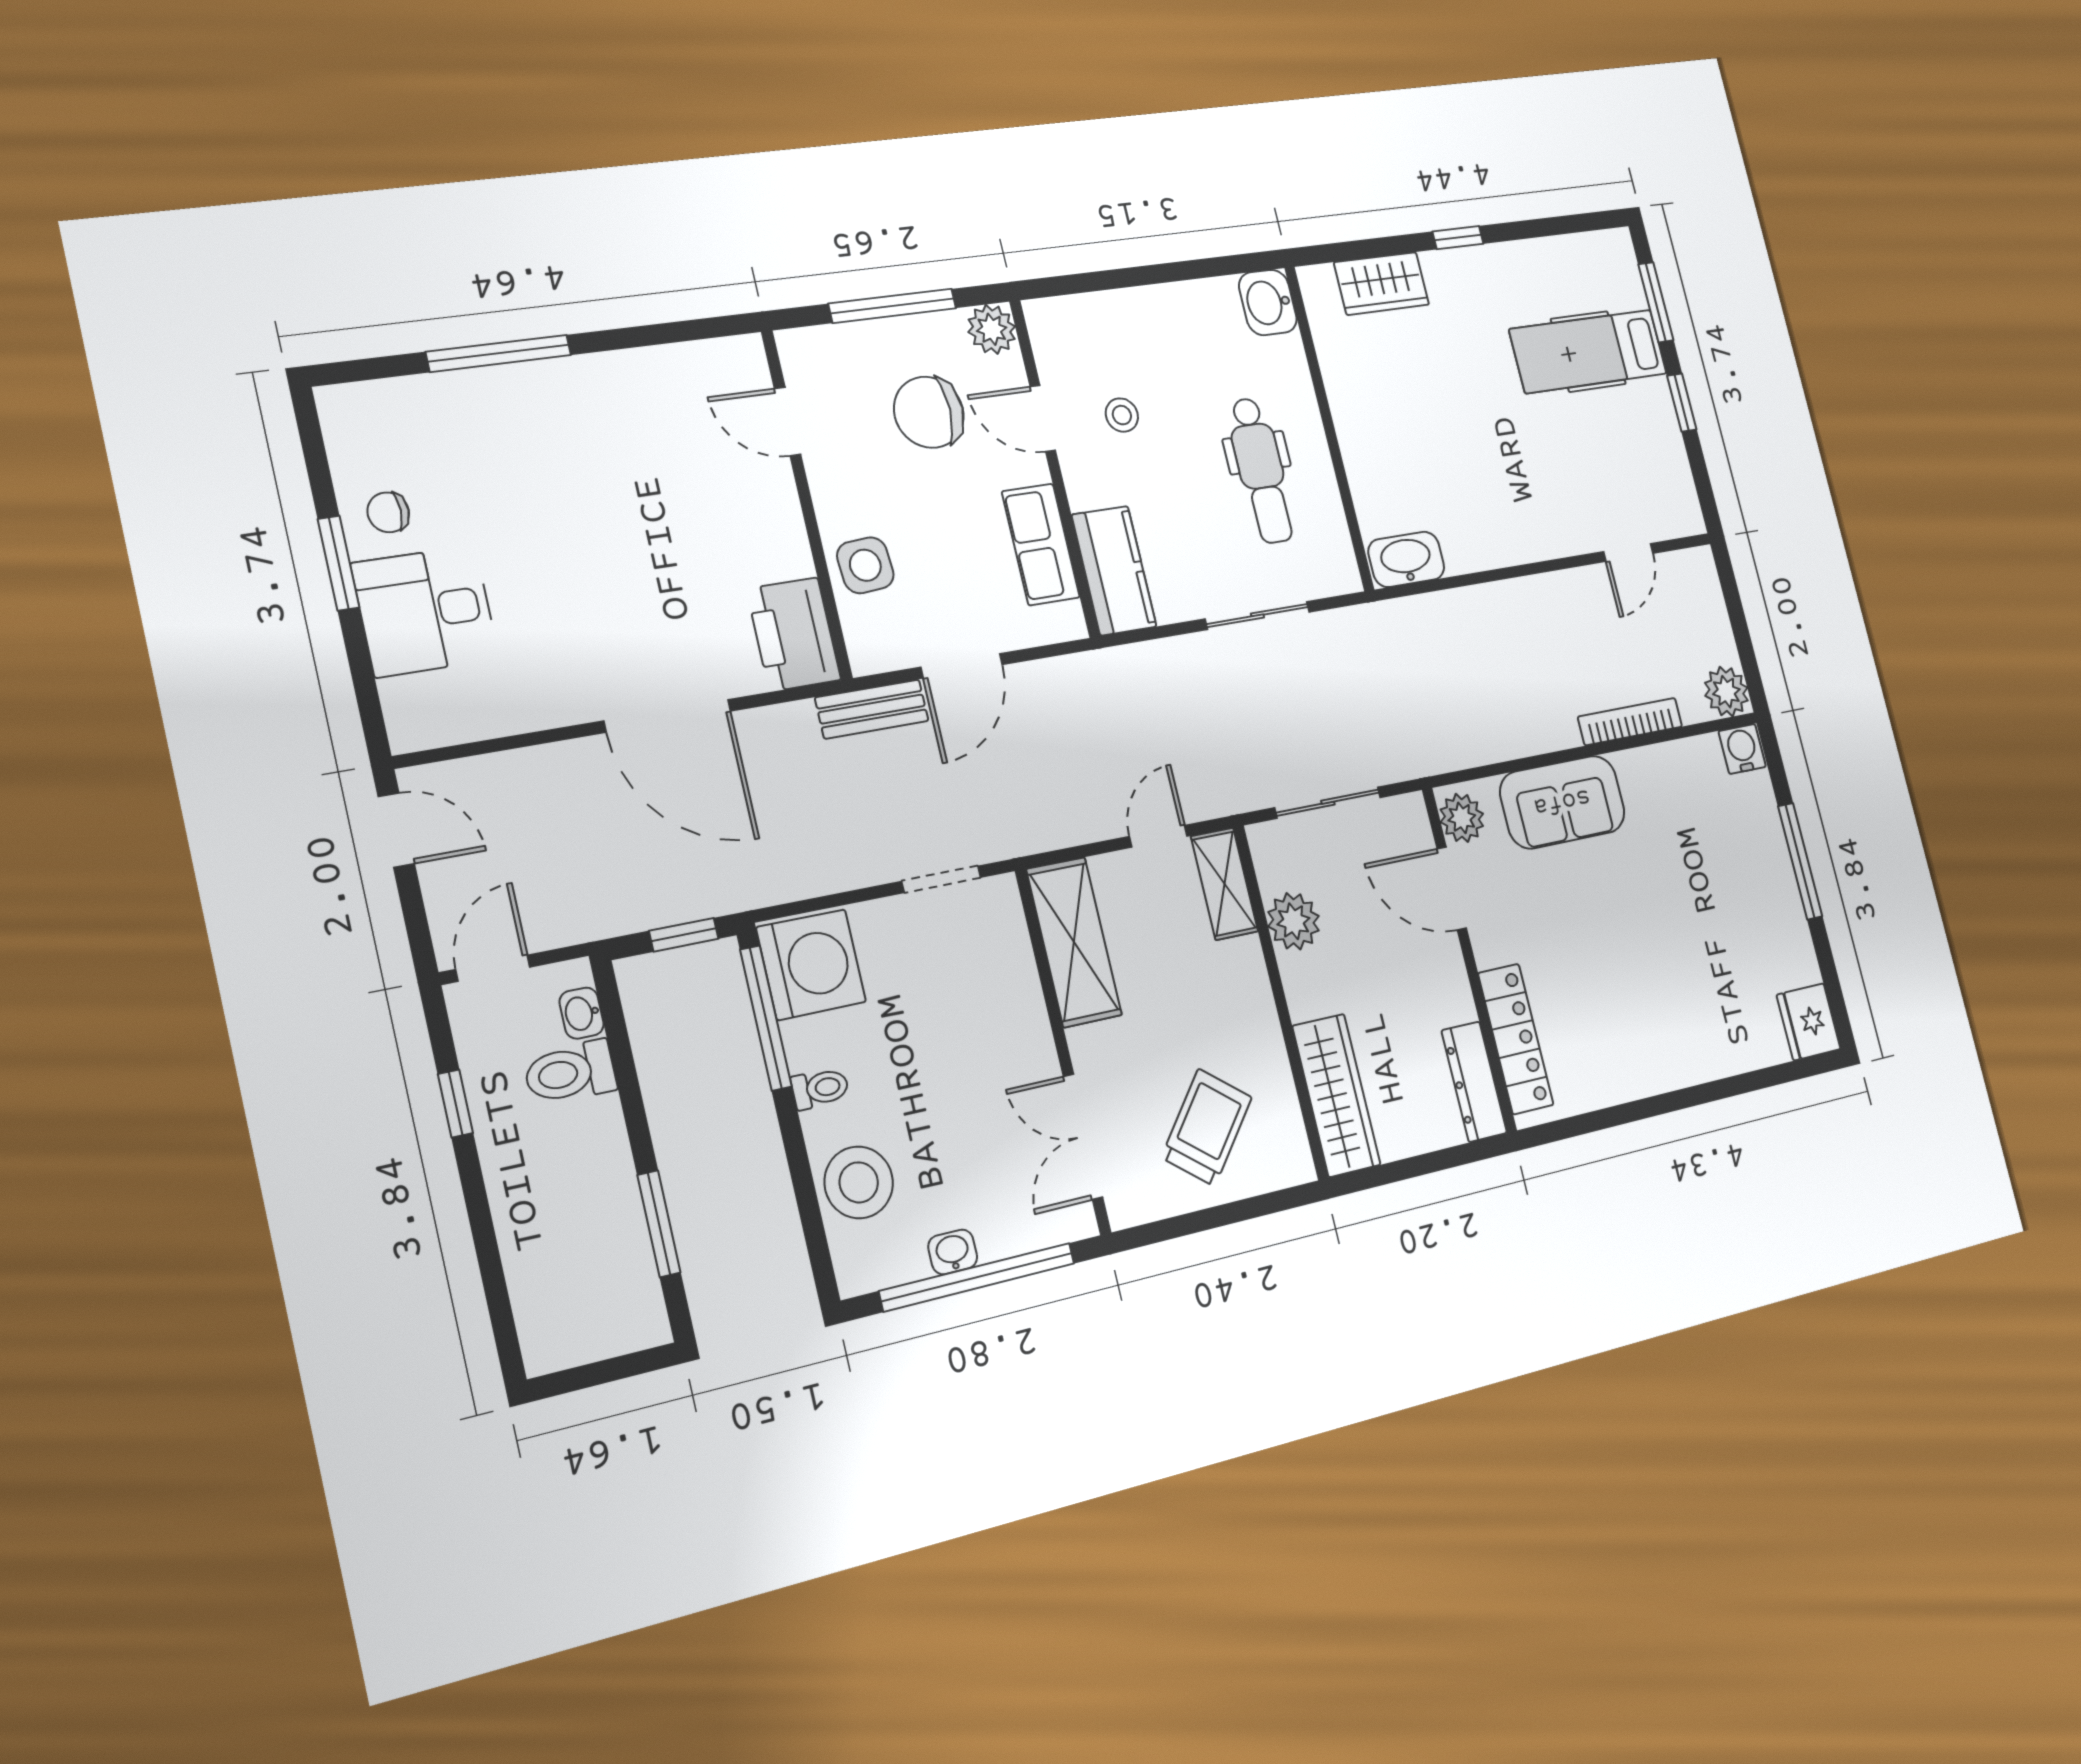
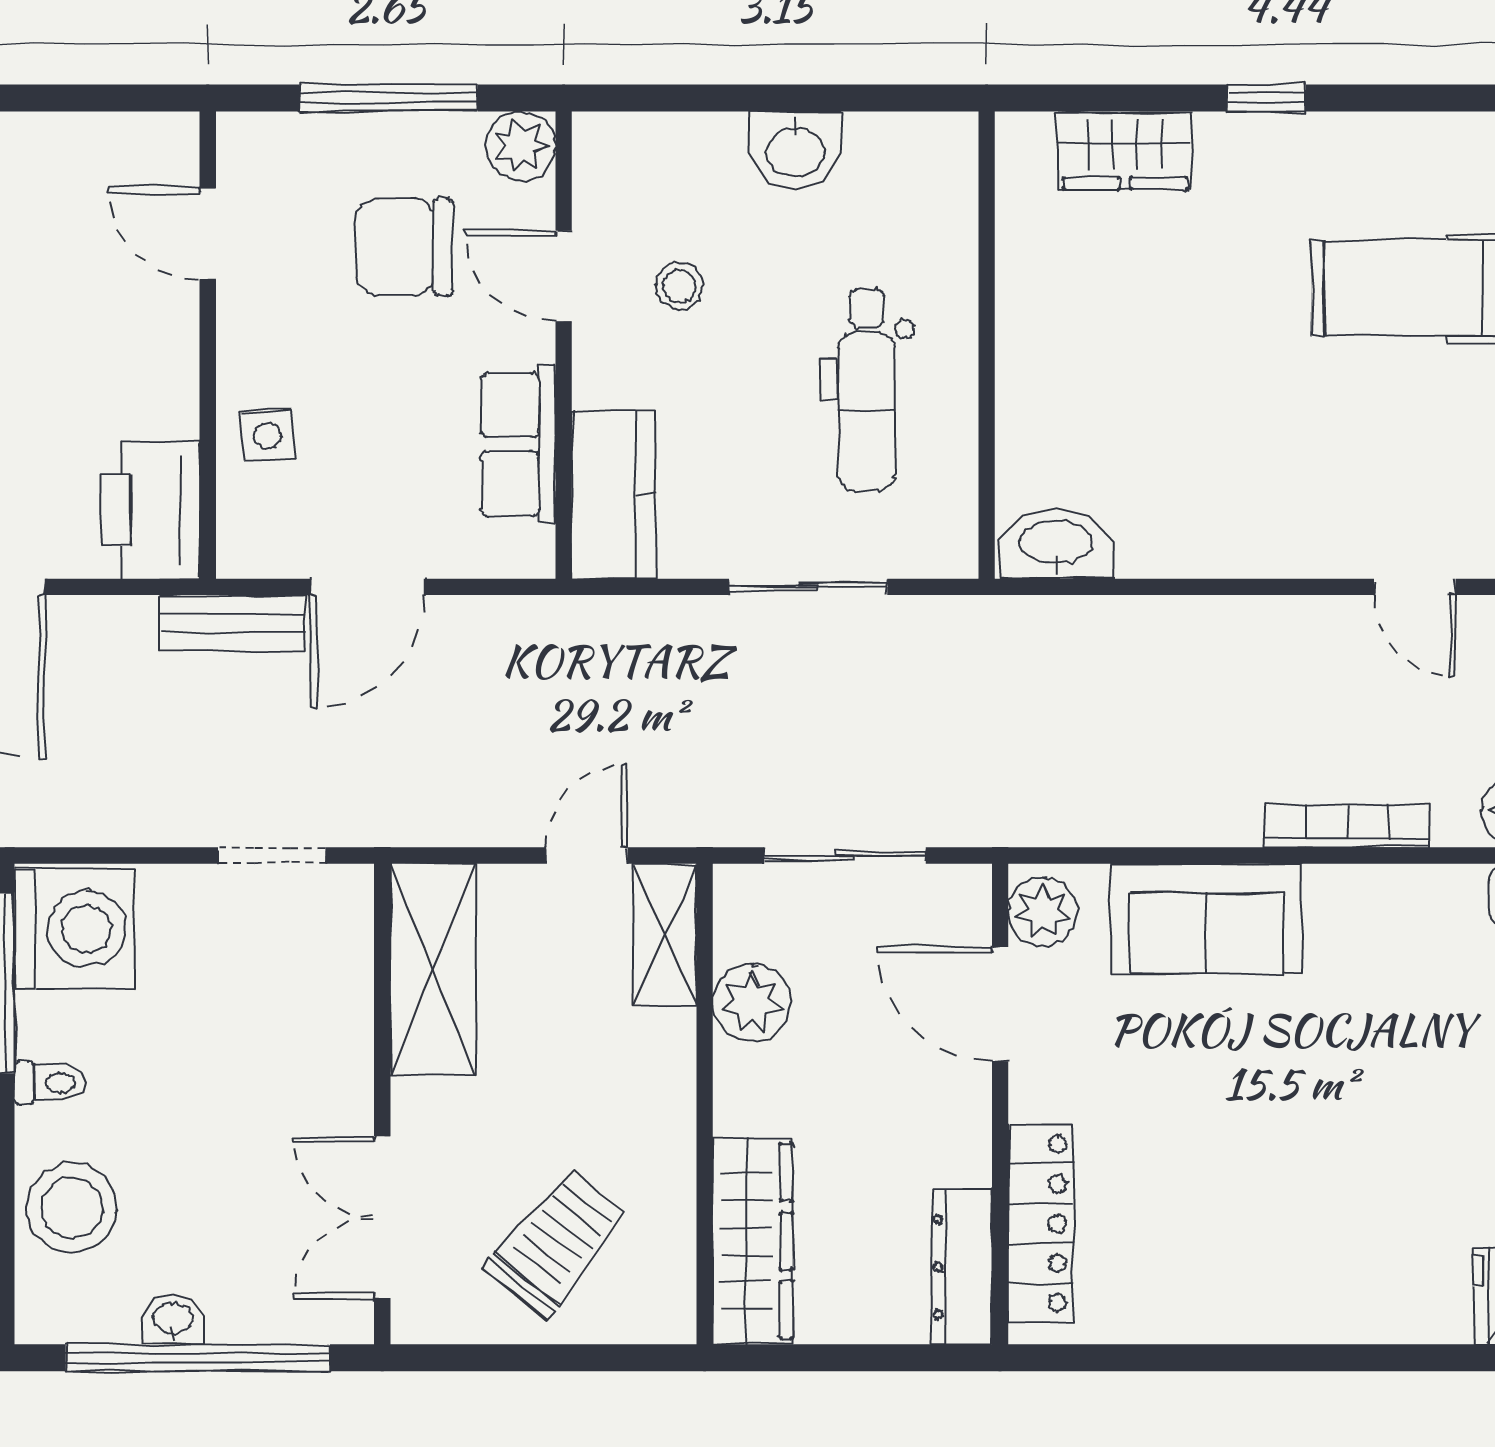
washbasin: (1268, 302) -> (795, 150), moved, turned -90
door: (1628, 552) -> (1415, 587), hinge flipped
side table: (865, 565) -> (268, 436), width x0.73, depth x0.73

